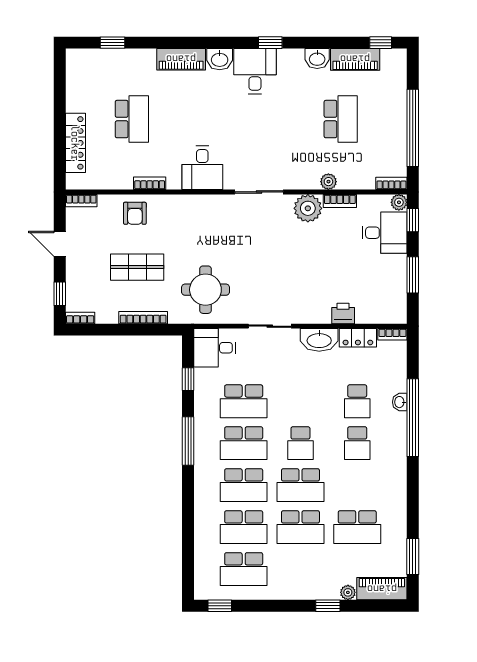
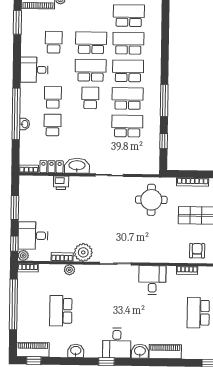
piano: (355, 59) -> (33, 350), moved
desk: (215, 348) -> (34, 70), moved, turned 180
school desk: (357, 527) -> (54, 42), width x0.54

